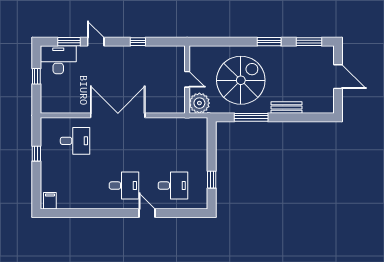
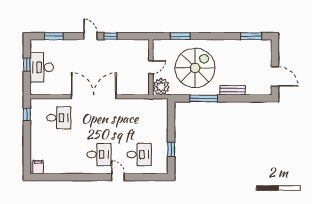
door: (96, 42) -> (91, 36), moved
window: (269, 42) -> (180, 36), moved
desk: (58, 60) -> (42, 67), moved, turned -90
door: (338, 77) -> (275, 77), moved
door: (187, 79) -> (151, 67), hinge flipped
window: (36, 154) -> (27, 114), moved

